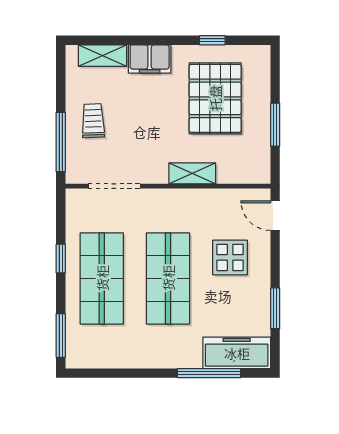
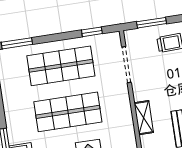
window: (61, 142) -> (152, 23), width x0.69
window: (61, 259) -> (92, 32), moved

